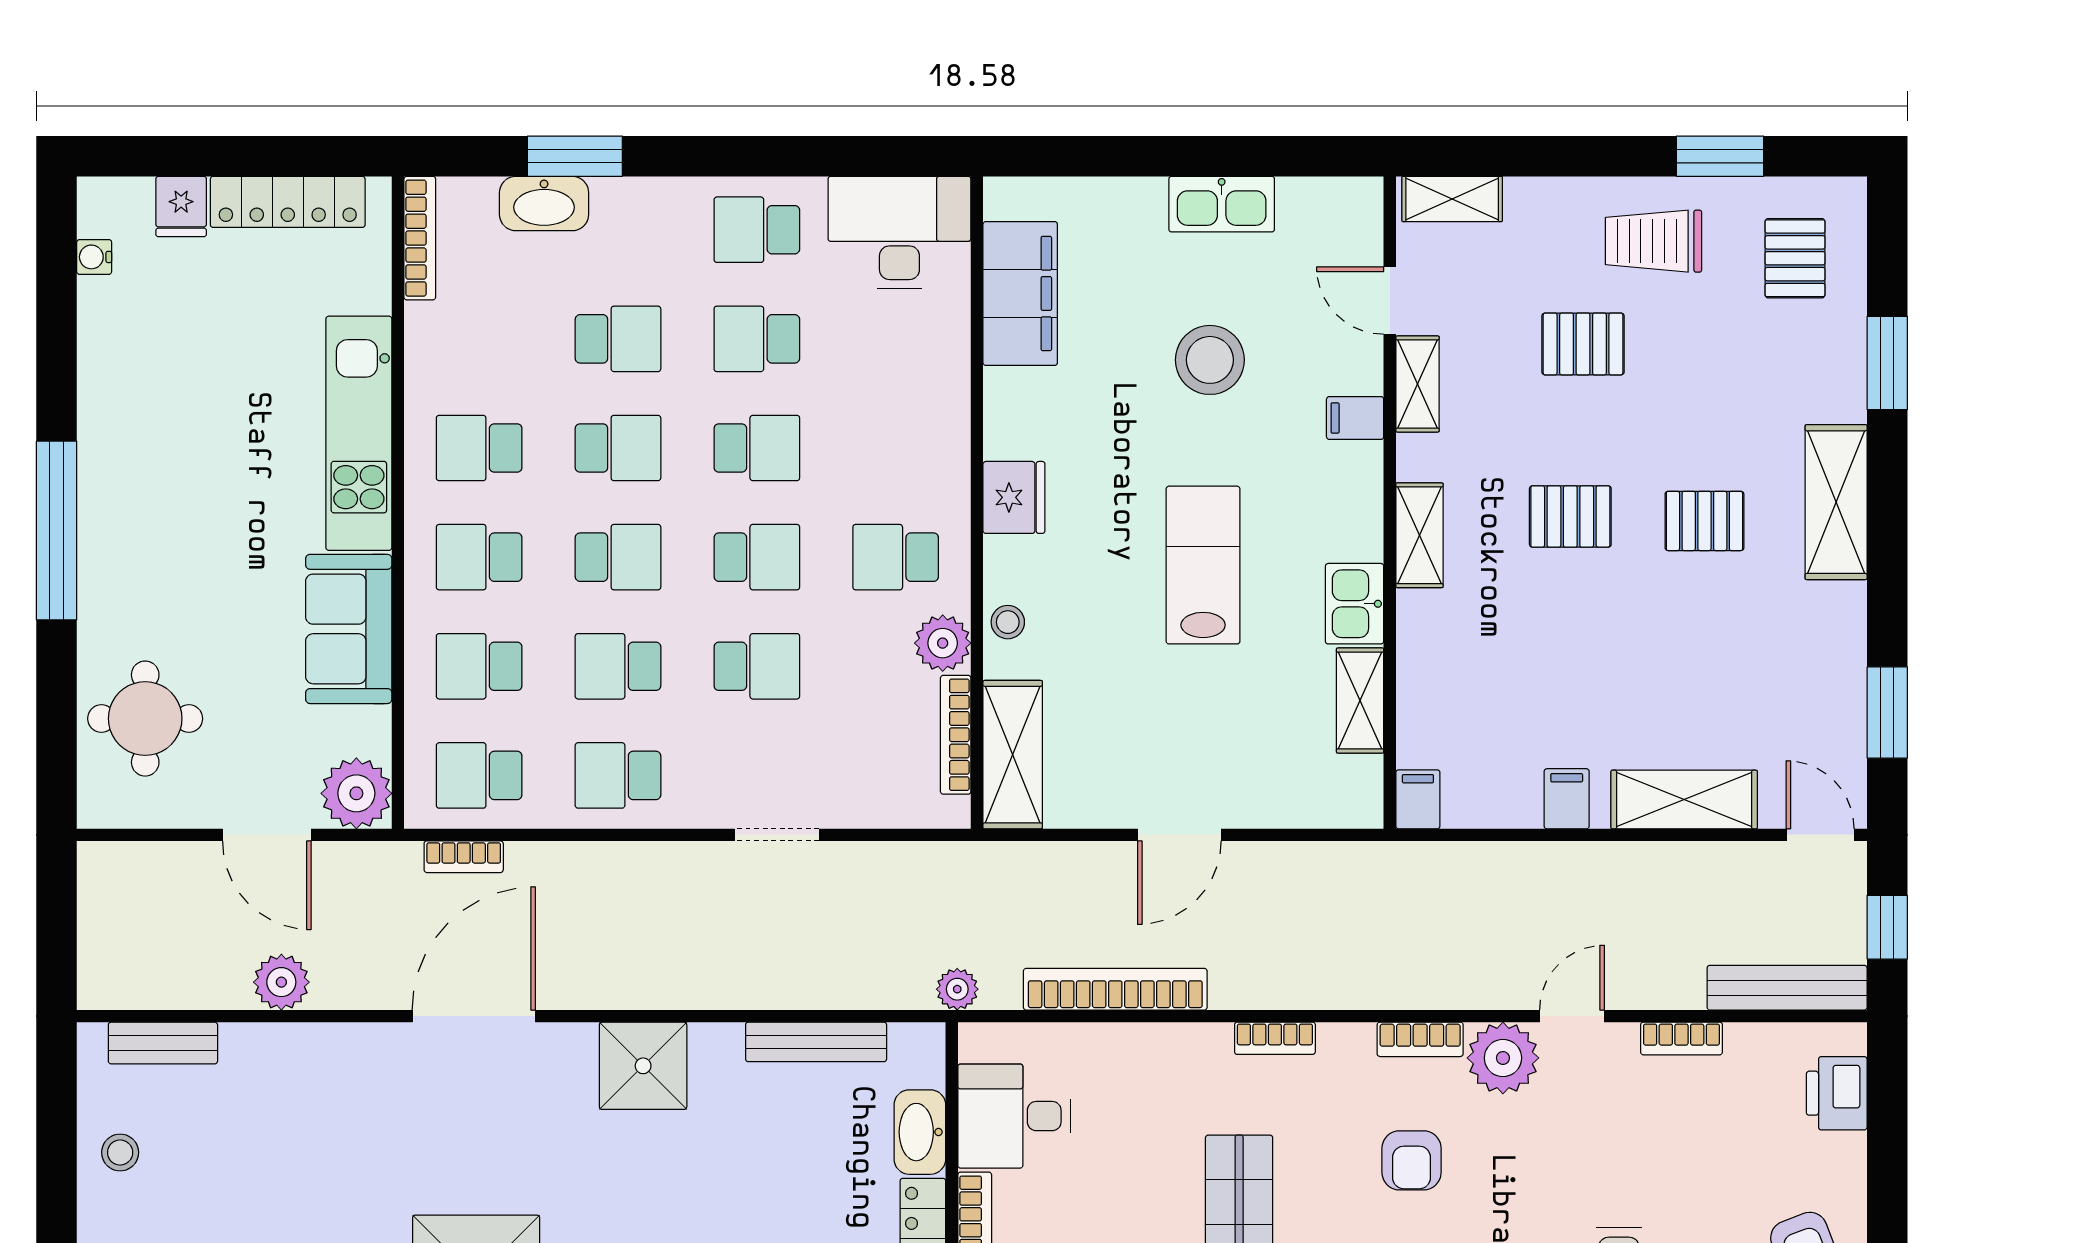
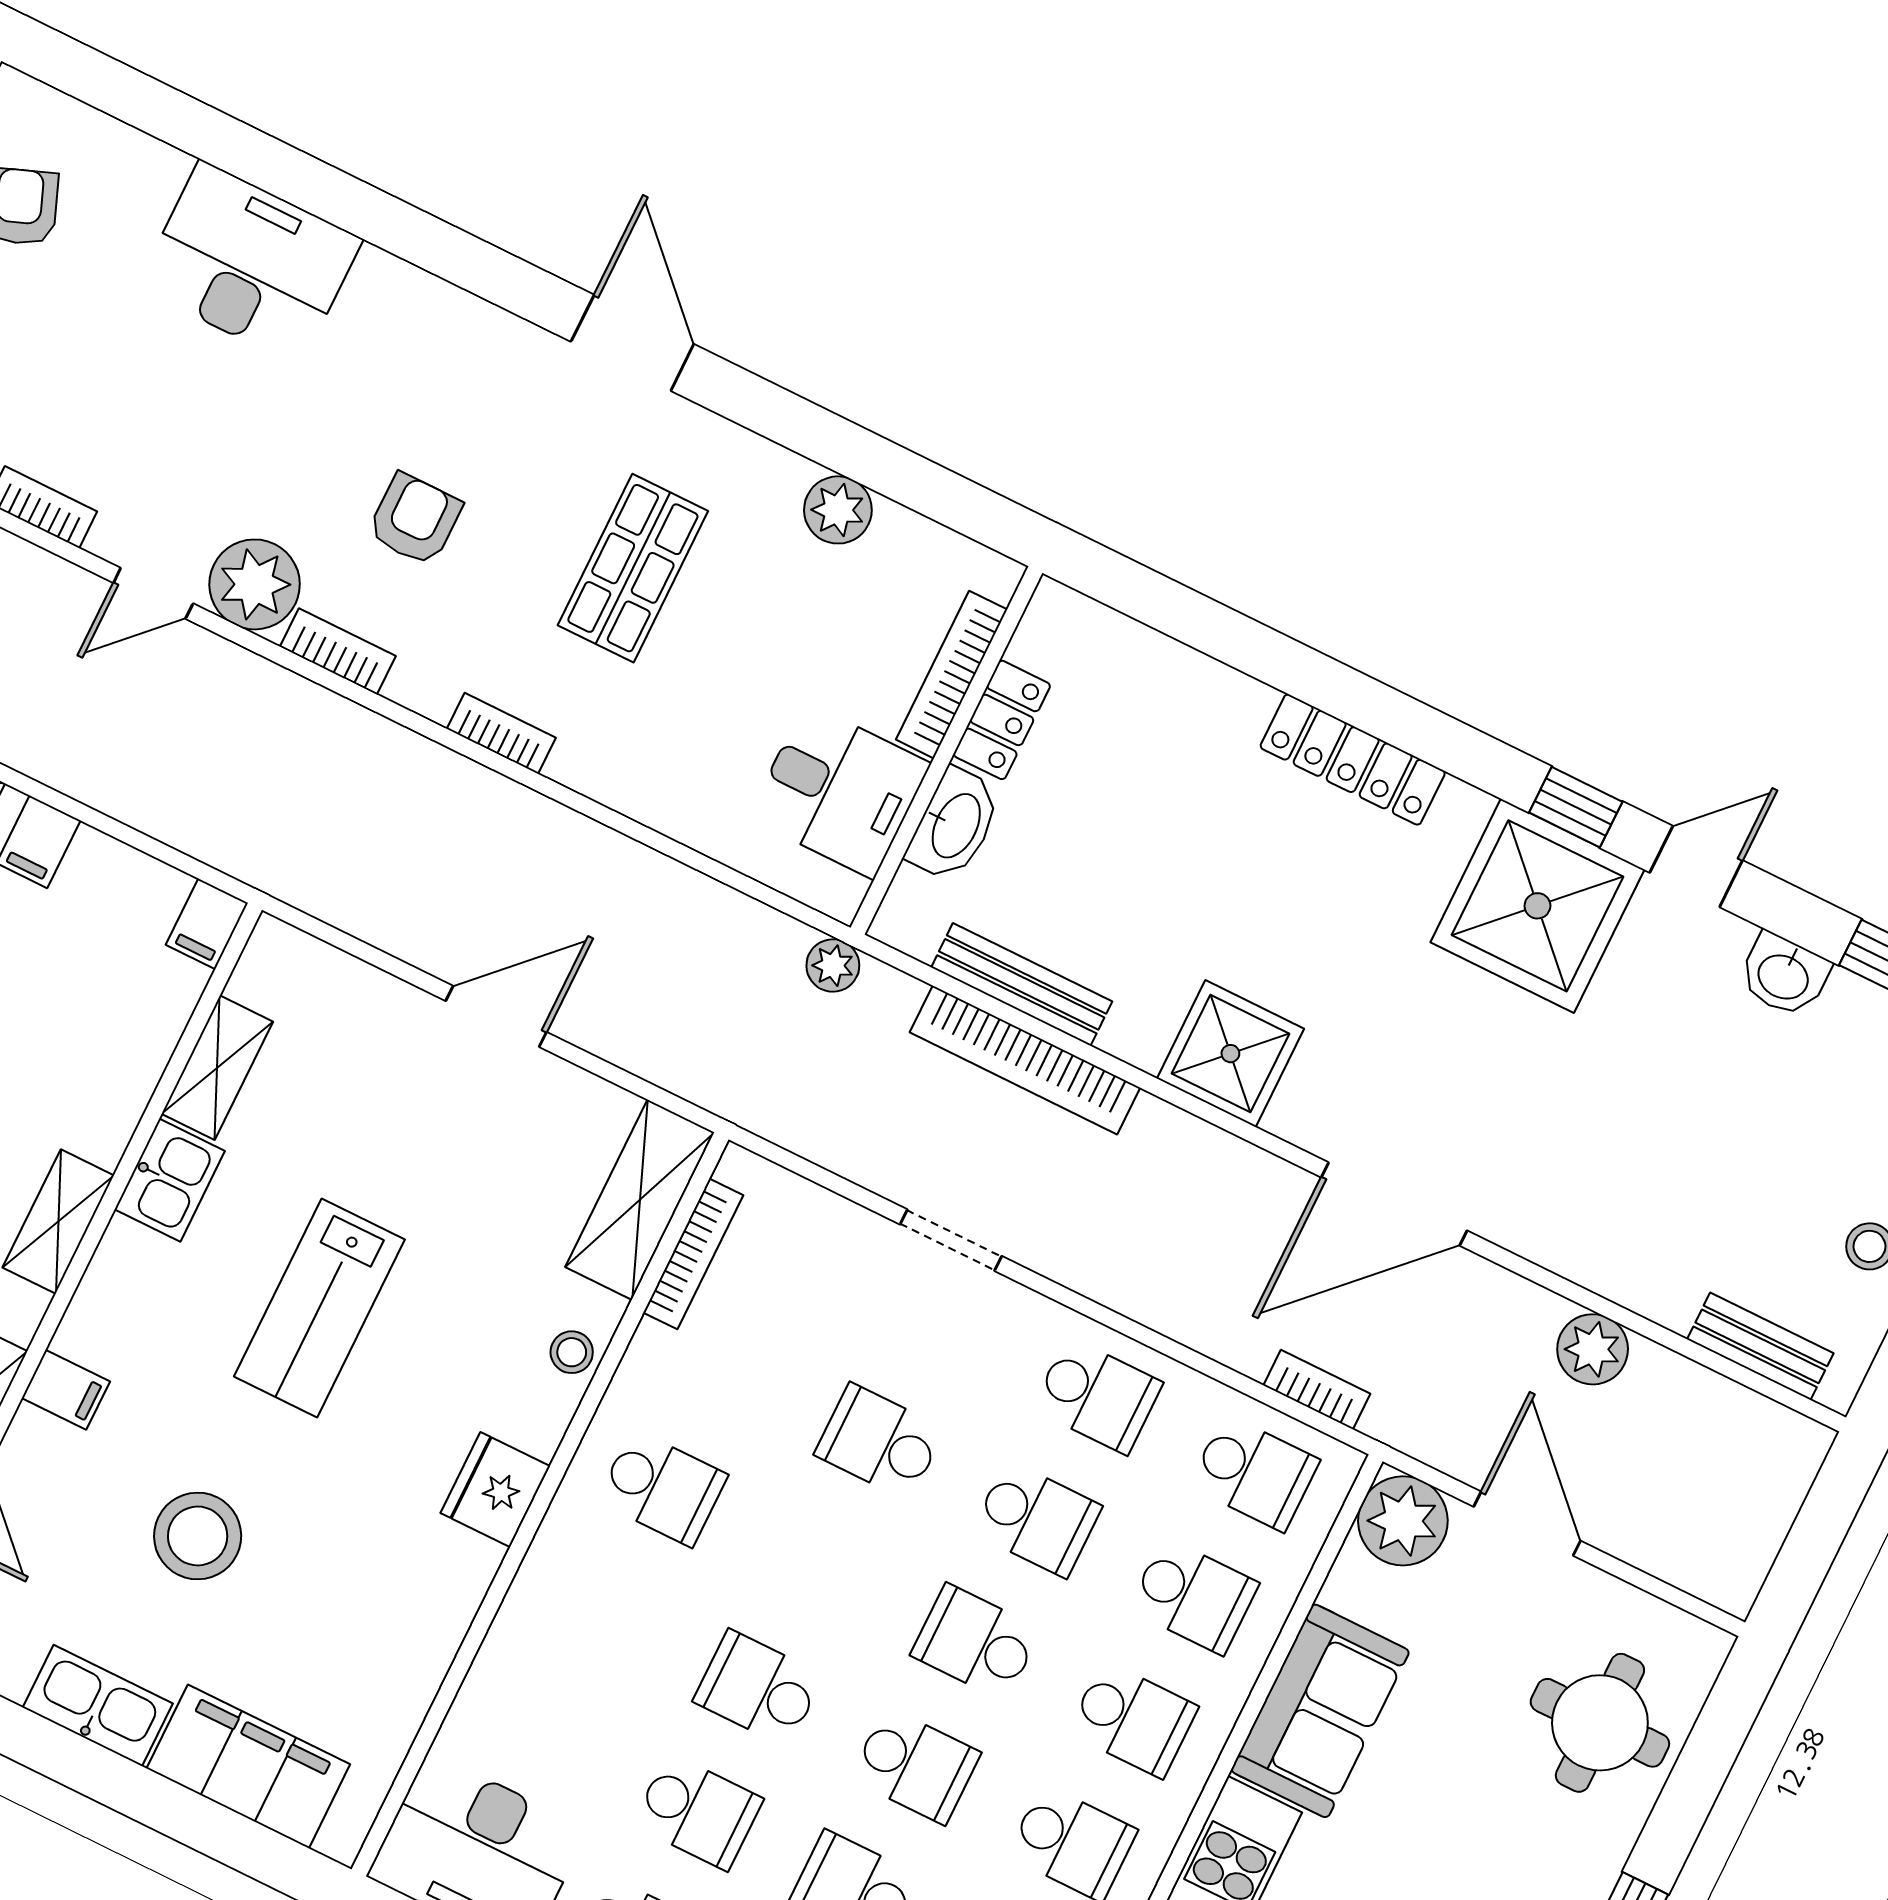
filing cabinet: (1020, 293) -> (248, 1766), moved, turned 90
school desk: (618, 448) -> (915, 1766), turned 180
school desk: (757, 557) -> (819, 1565), removed
plant: (943, 643) -> (657, 1365), removed
bookcase: (1115, 989) -> (1025, 1060), moved

